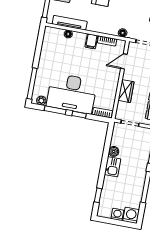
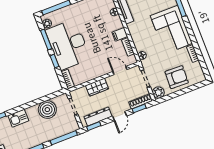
boiler: (114, 151) -> (47, 110), width x1.86, depth x1.86
kitchen sink: (113, 167) -> (18, 118), moved

